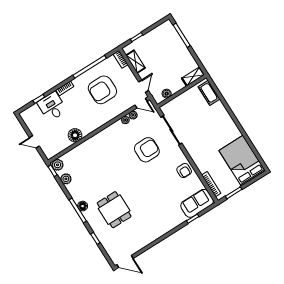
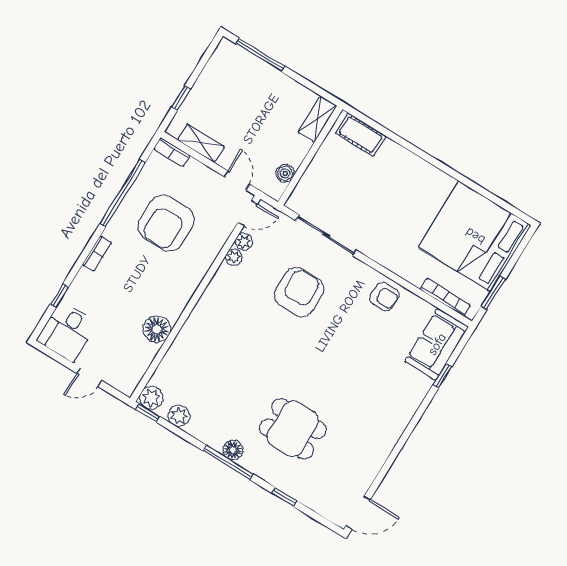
desk: (52, 106) -> (67, 331), moved, turned -90
bed: (242, 161) -> (475, 236), width x1.36

